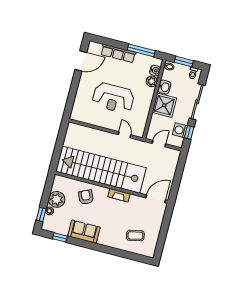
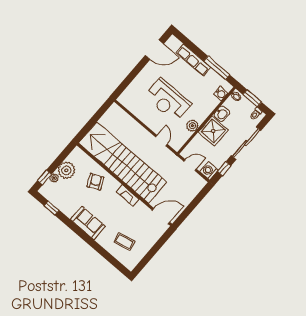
plant: (152, 81) -> (192, 126), moved
washing machine: (180, 130) -> (209, 171), moved
sofa: (84, 232) -> (88, 223), moved

